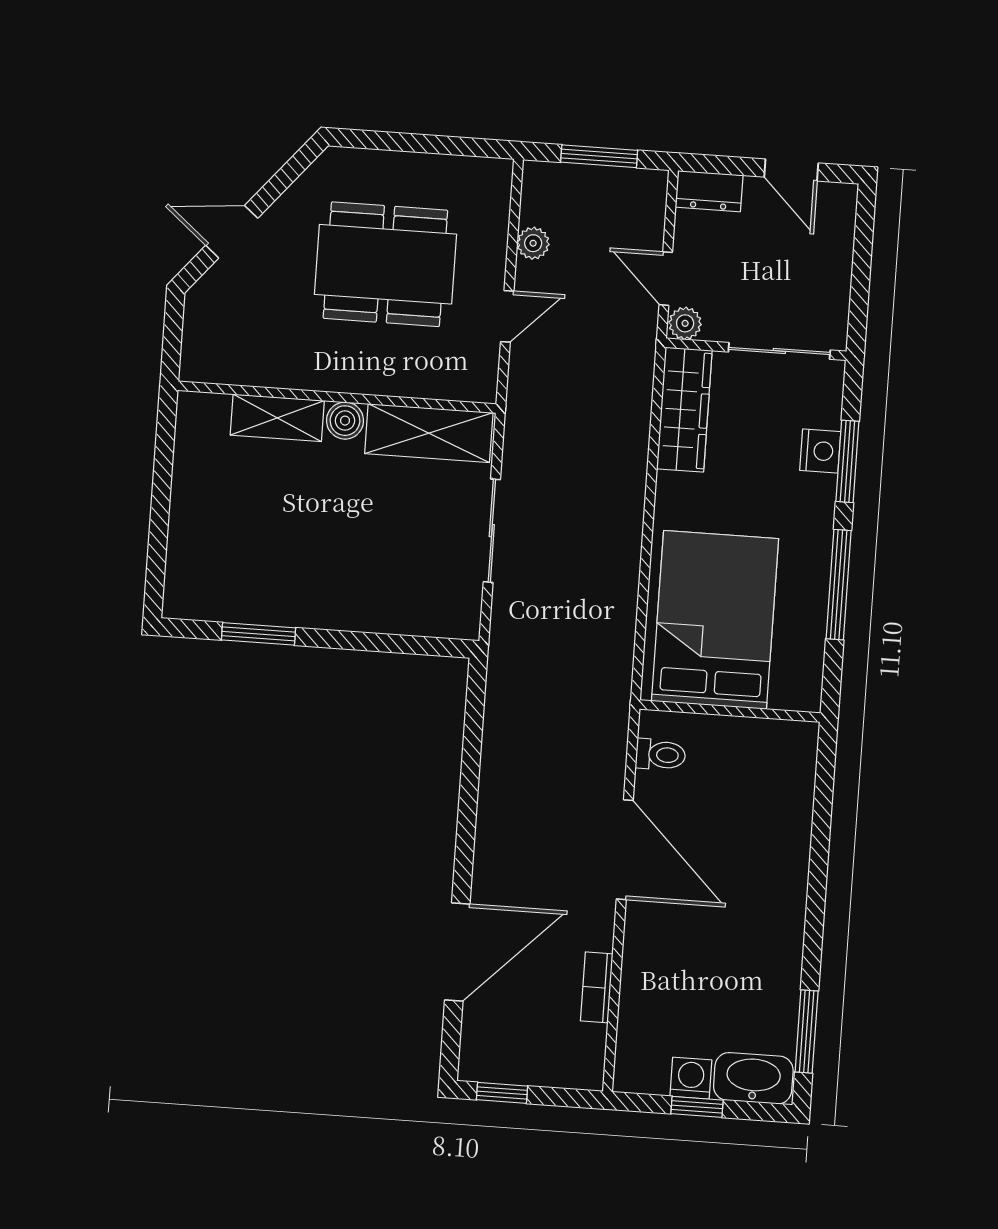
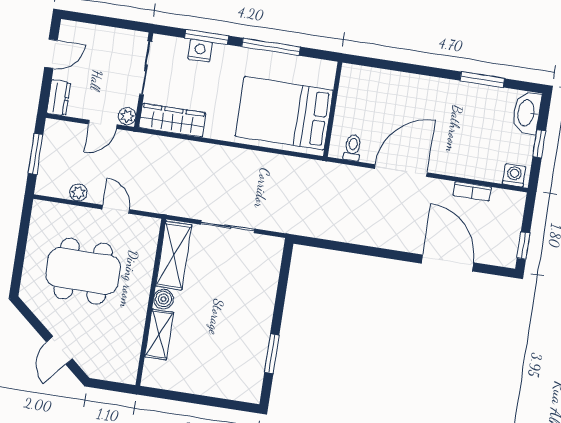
dining table: (385, 264) -> (83, 271), turned 90
window: (807, 1031) -> (482, 80), moved
washing machine: (691, 1078) -> (514, 175), moved, turned 90

